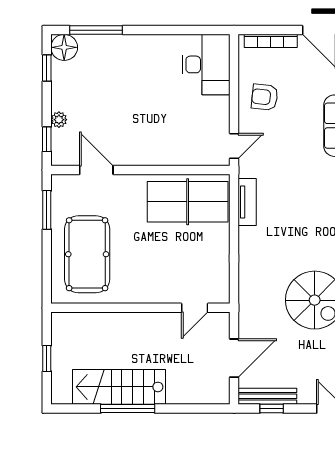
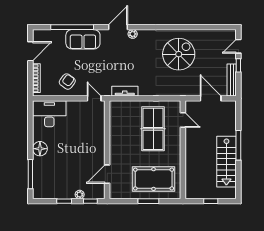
floor lamp: (64, 47) -> (40, 149), moved
window: (47, 68) -> (64, 201), moved
armchair: (265, 97) -> (67, 82), turned -150
table tennis table: (188, 202) -> (153, 129), moved
window: (47, 210) -> (148, 201), moved
window: (128, 409) -> (238, 145), moved
window: (272, 409) -> (238, 65), moved

